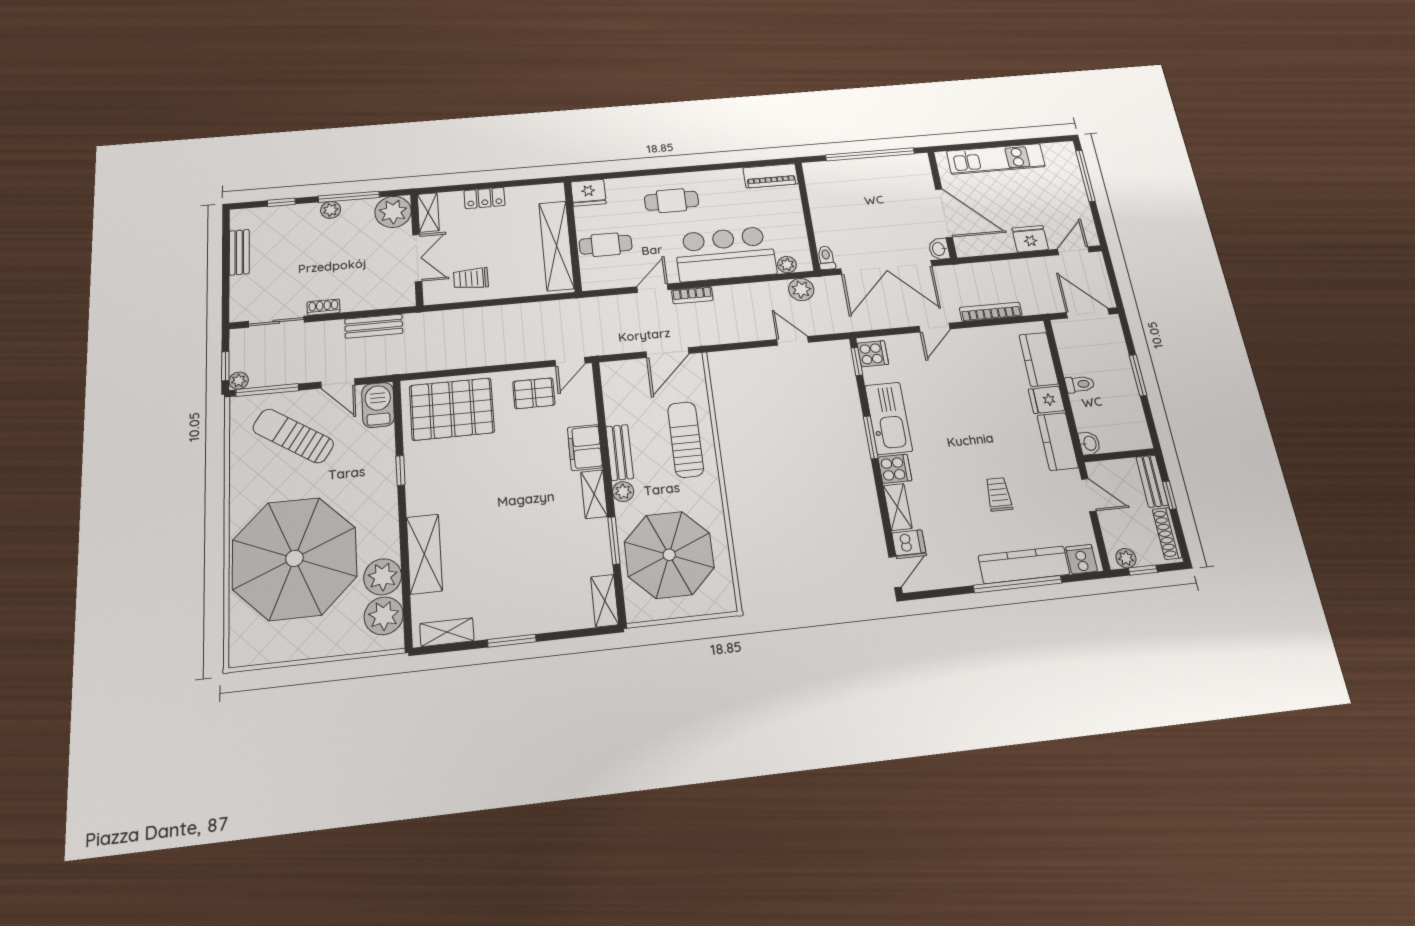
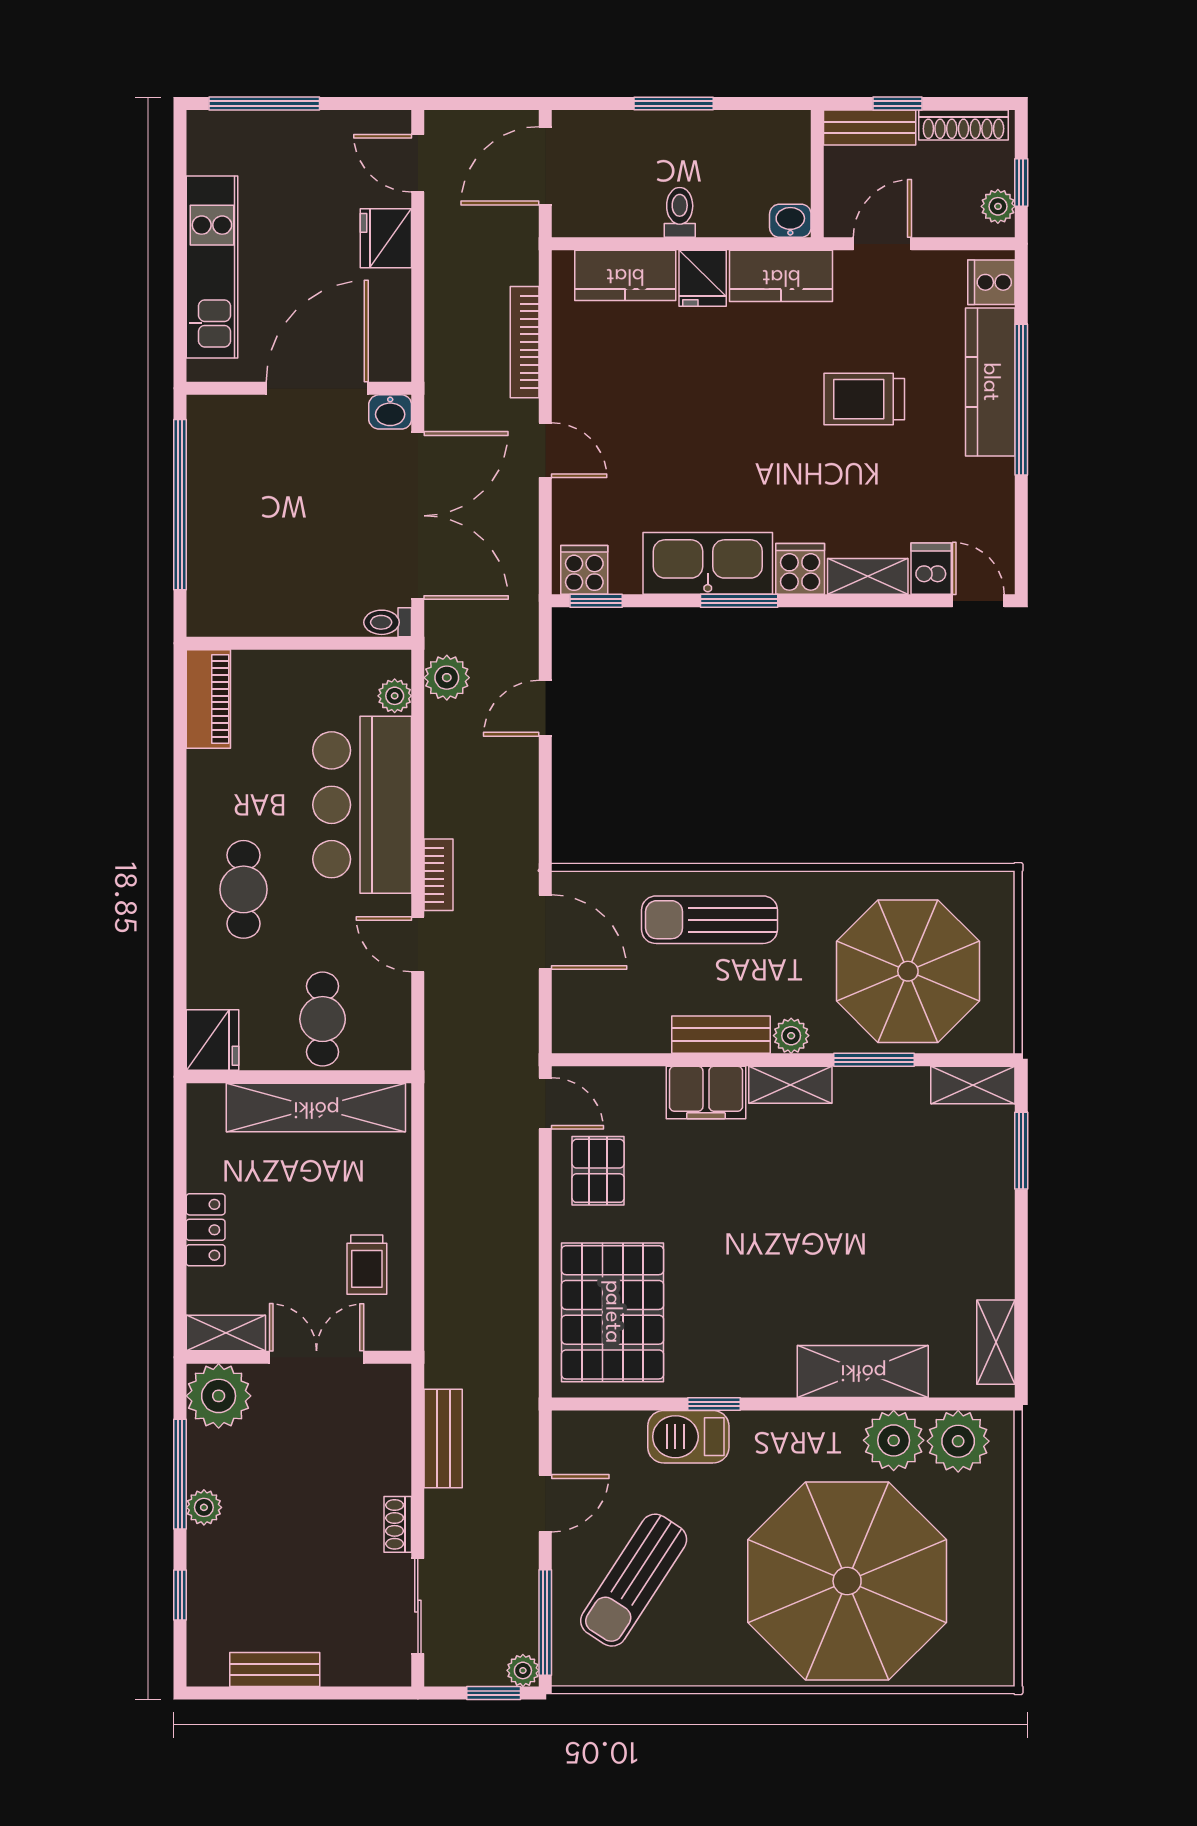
barbecue: (378, 405) -> (688, 1437), moved
trolley: (999, 494) -> (864, 399), width x1.36, depth x1.39
window: (512, 641) -> (1021, 1151), moved

